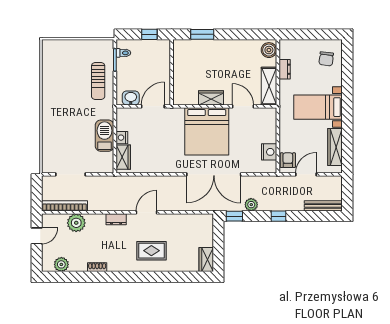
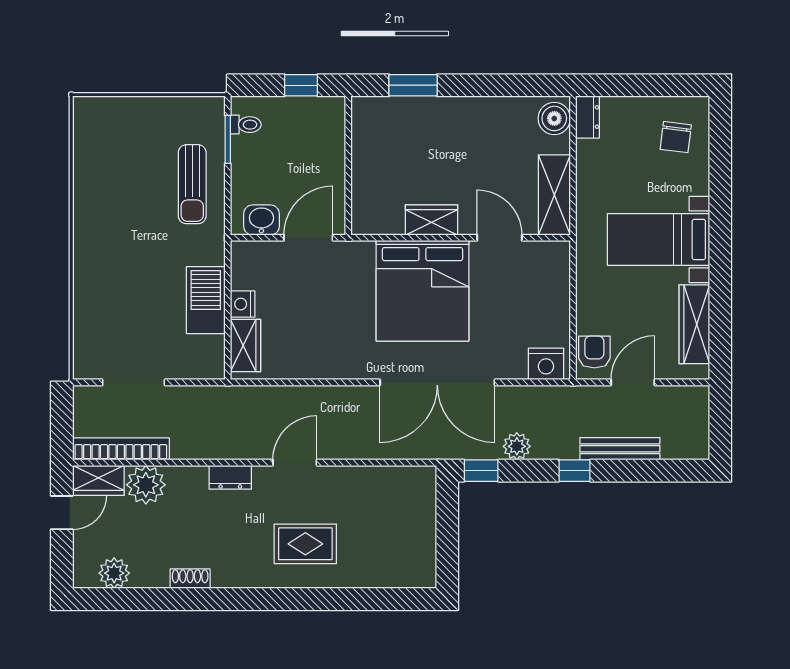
dresser: (285, 69) -> (588, 117), moved
nightstand: (269, 152) -> (546, 364), moved, turned 90
bench: (323, 206) -> (620, 449), moved
wardrobe: (206, 260) -> (98, 480), moved, turned -90

